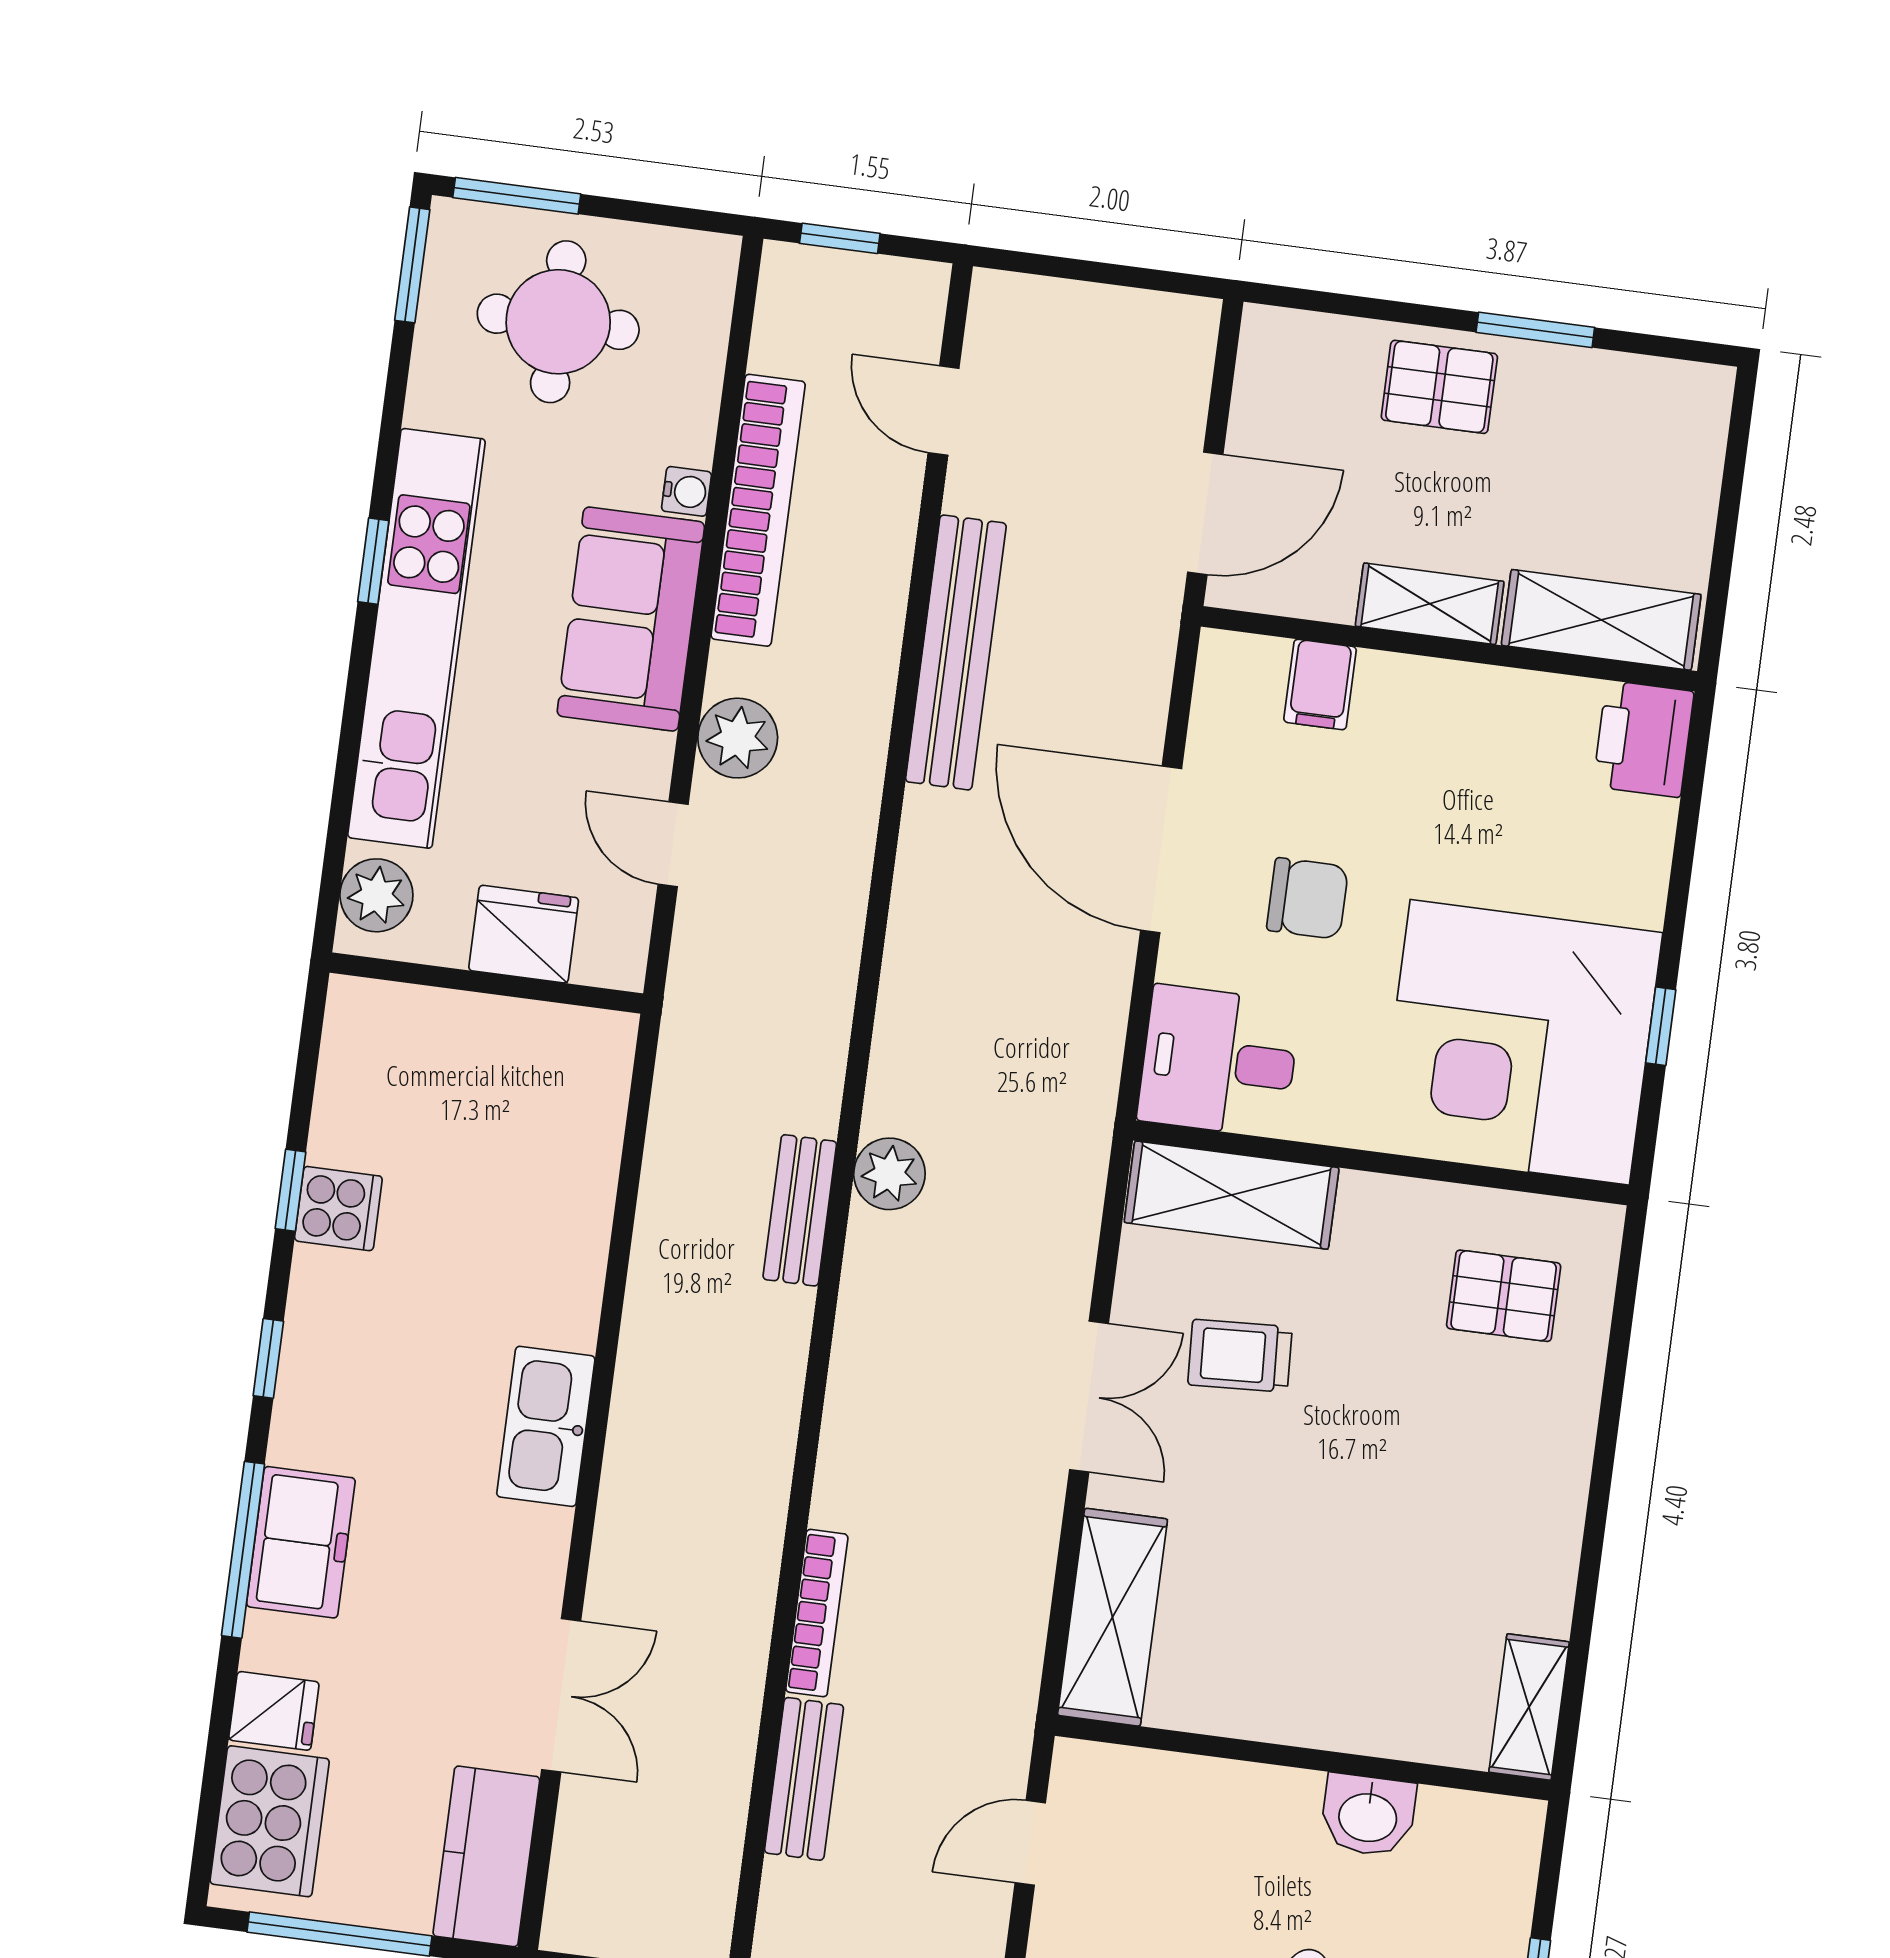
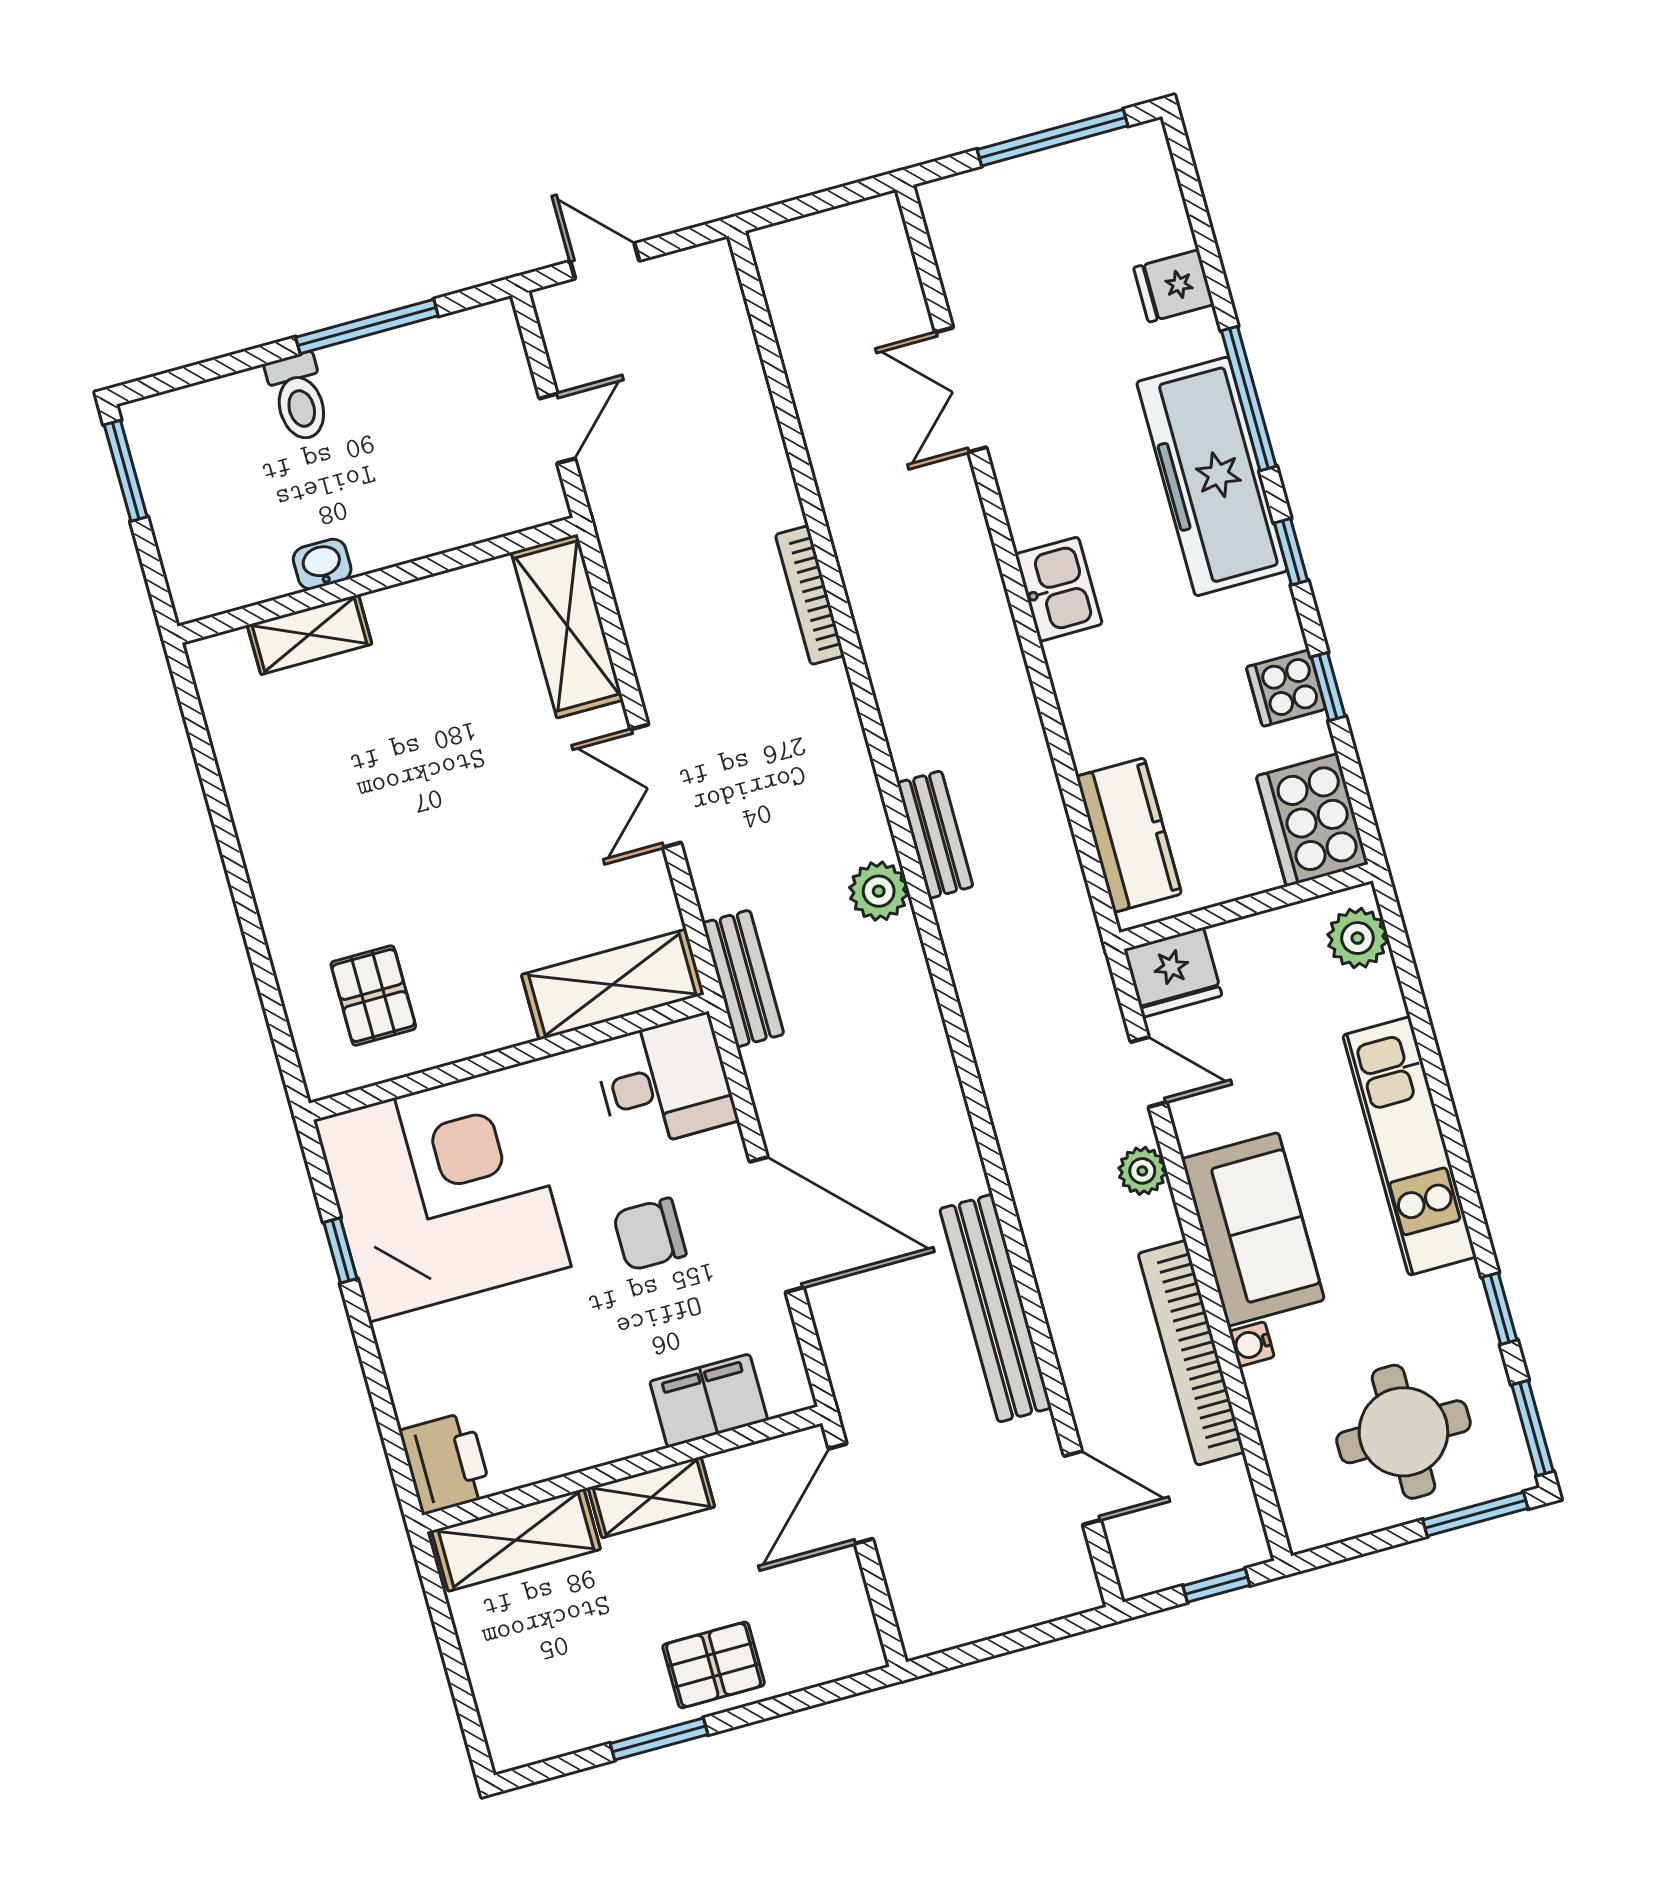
window: (373, 561) -> (1500, 1309), moved
kitchen unit: (416, 638) -> (1410, 1146), width x0.73
filing cabinet: (1320, 684) -> (709, 1401), width x2.00
plant: (738, 738) -> (1142, 1171), width x0.73, depth x0.73
fridge: (524, 934) -> (1173, 972), moved
pallet: (1504, 1296) -> (373, 996), turned 90
trolley: (1240, 1356) -> (554, 865), removed
kitchen sink: (546, 1426) -> (1059, 589), width x0.73
freezer: (301, 1542) -> (1212, 476), width x1.91, depth x1.26
bookcase: (817, 1613) -> (810, 595), moved
shelving: (1529, 1707) -> (310, 635), moved, turned 90
bench: (804, 1779) -> (743, 979), moved
washbasin: (1368, 1815) -> (322, 564), width x0.72, depth x0.69
cooker: (270, 1821) -> (1312, 820), moved
kitchen counter: (486, 1856) -> (1129, 835), moved

